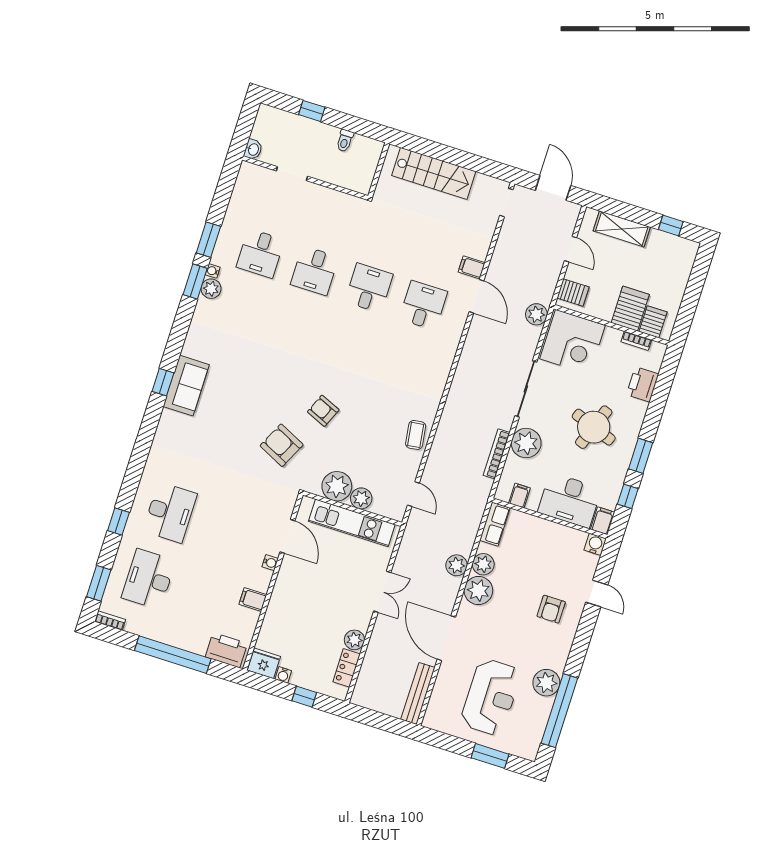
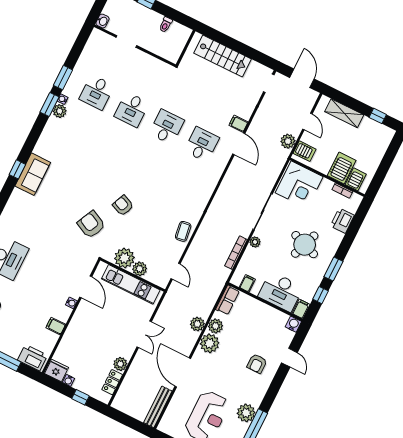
plant: (536, 314) -> (288, 141), moved
plant: (526, 443) -> (255, 242), width x0.53, depth x0.53

